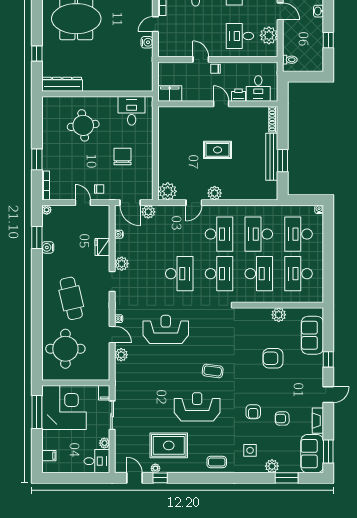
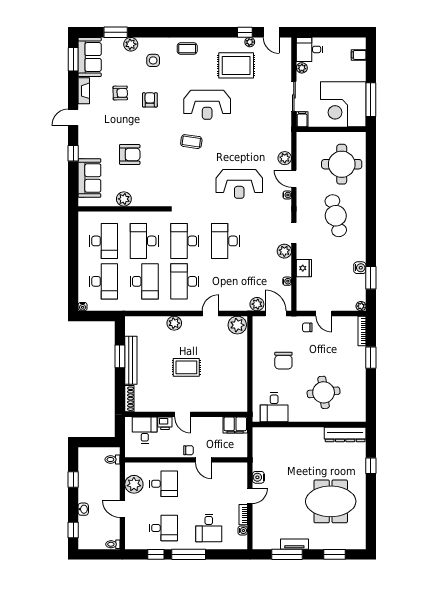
plant: (215, 193) -> (174, 323), moved

